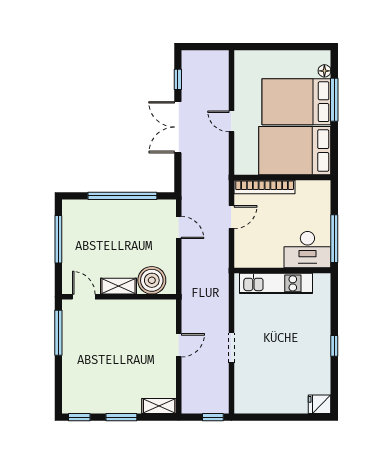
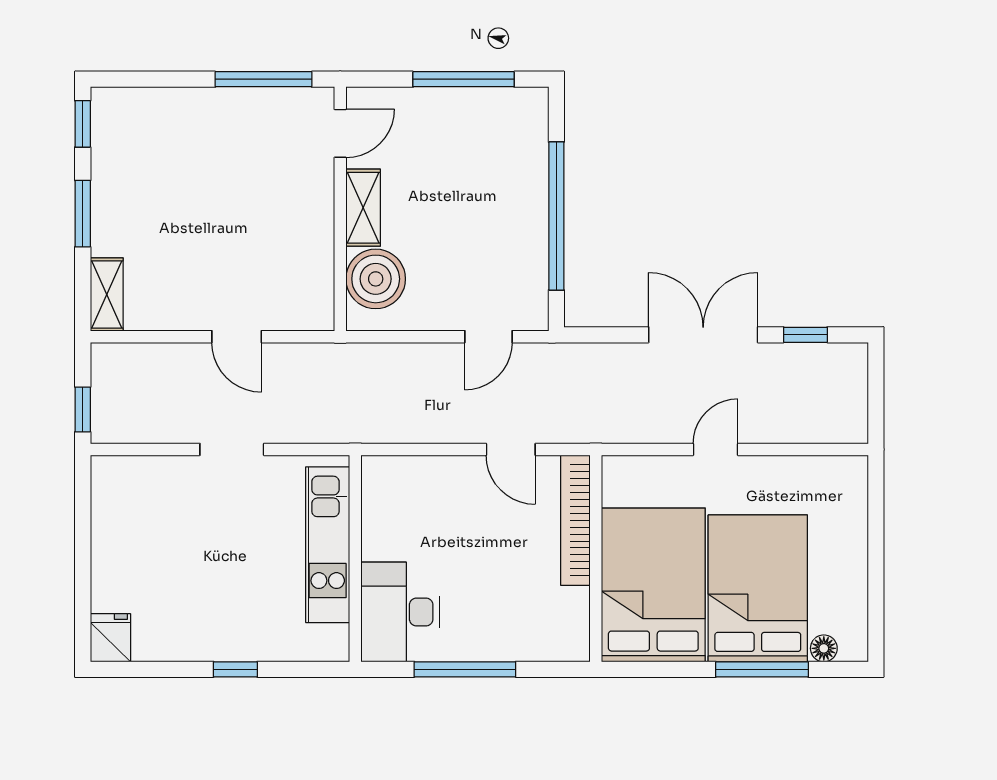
desk: (307, 250) -> (400, 612), moved
wall: (282, 270) -> (355, 558), moved
kitchen unit: (276, 283) -> (328, 545), moved

